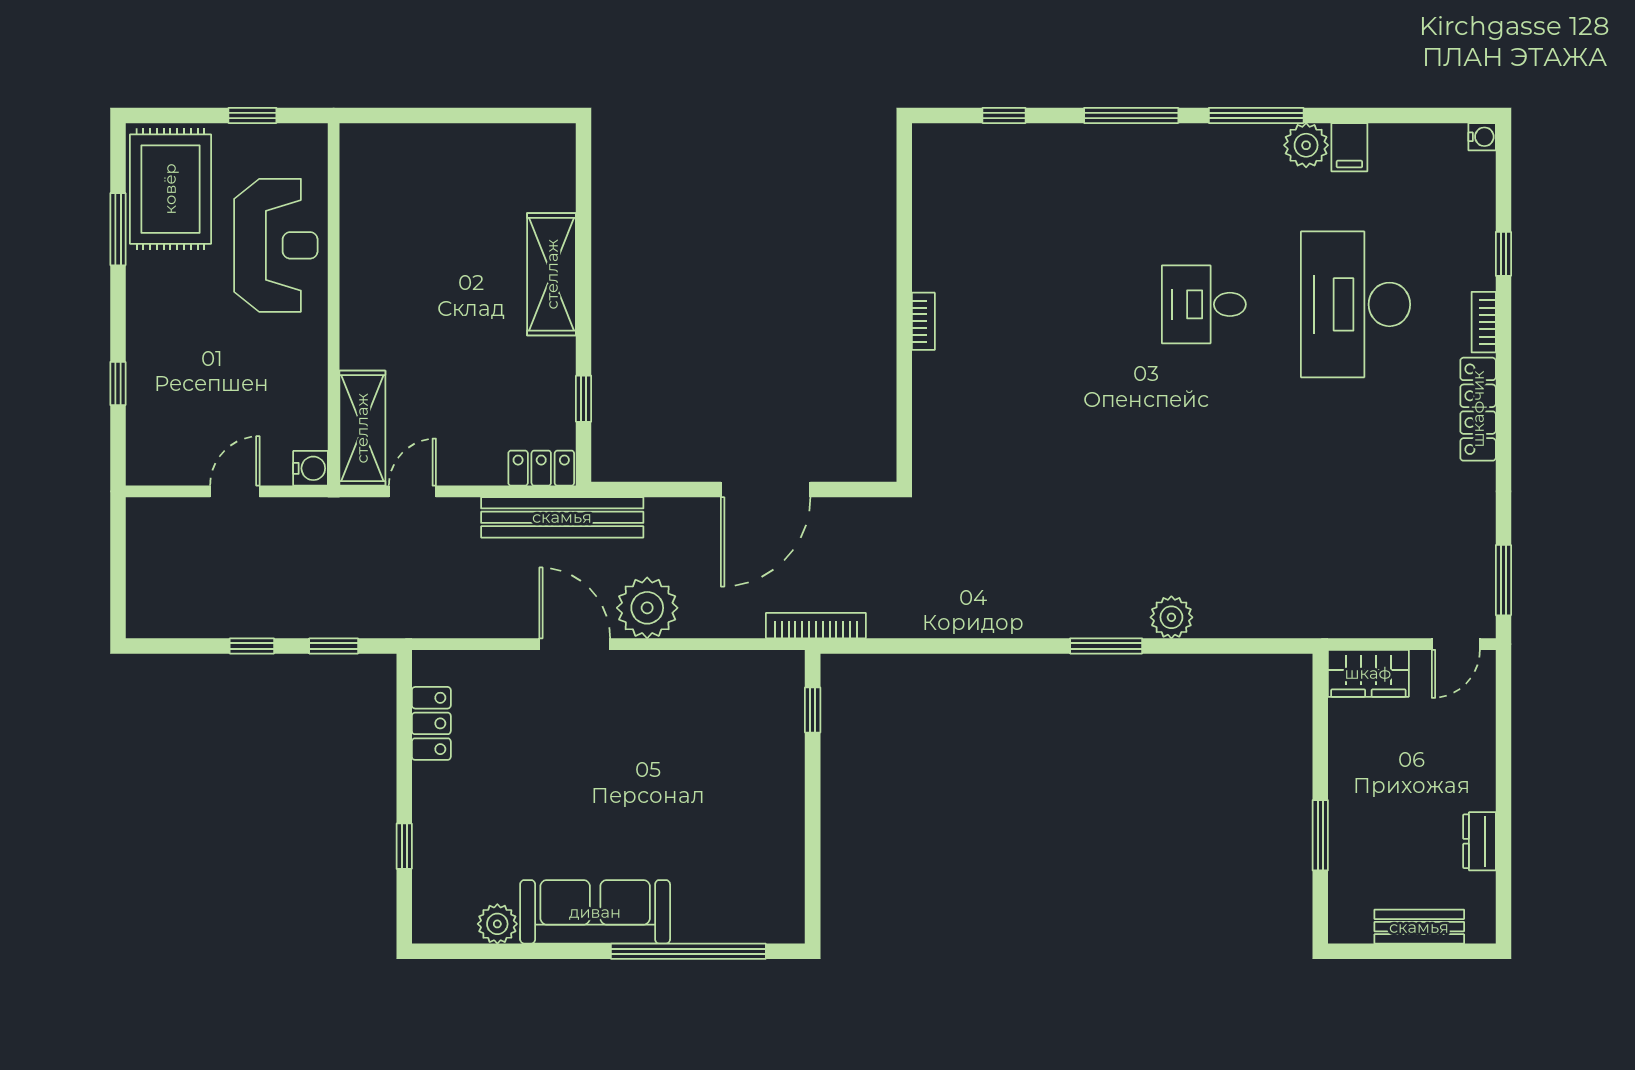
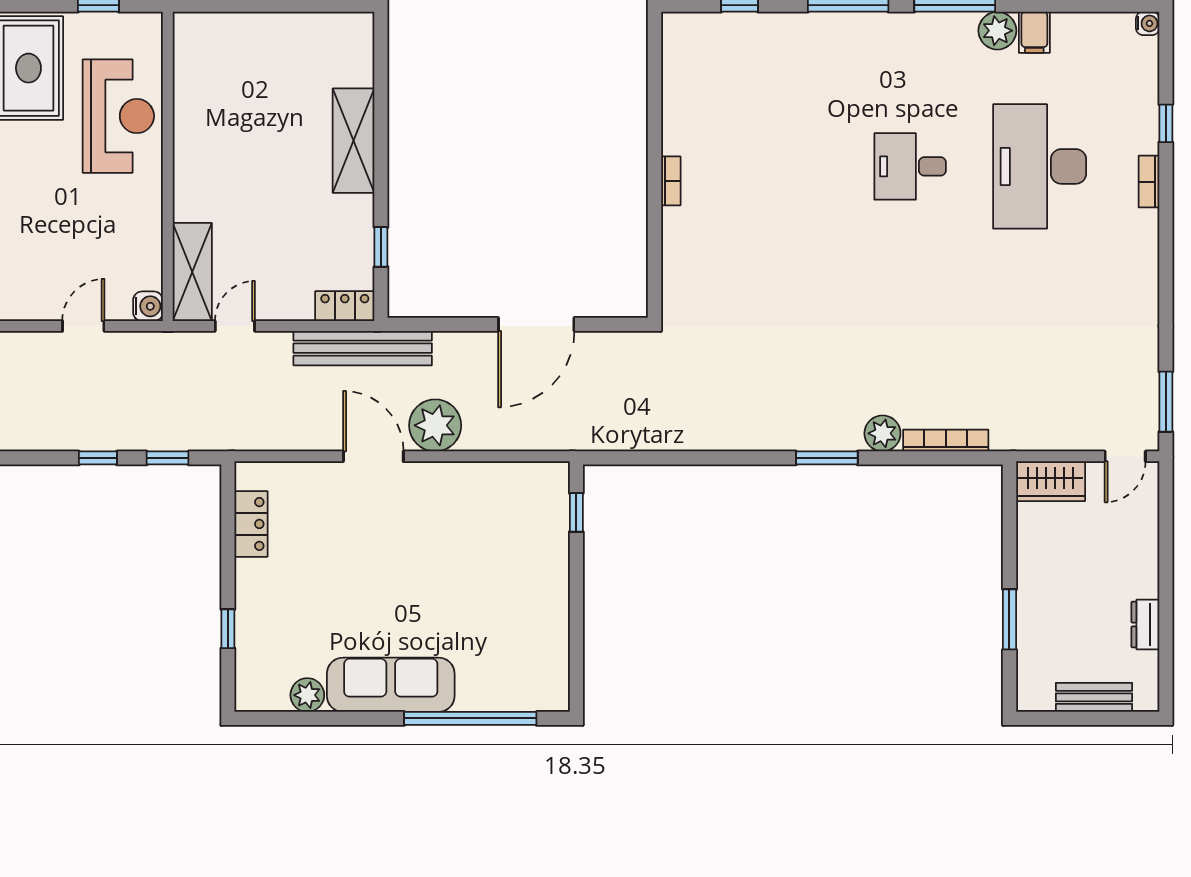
locker: (1478, 409) -> (1144, 256), removed
bookcase: (816, 626) -> (946, 440), moved

